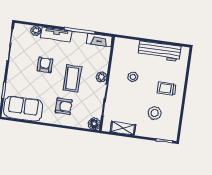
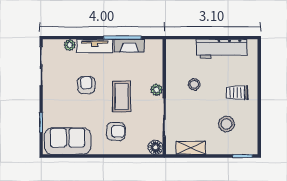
fireplace: (99, 40) -> (129, 46), moved

